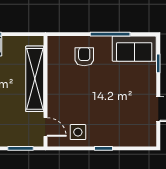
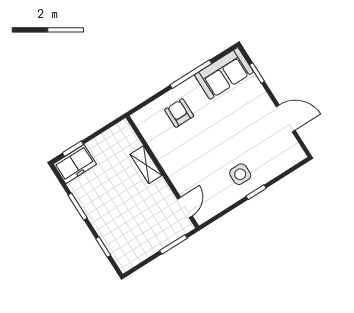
shelving: (35, 79) -> (146, 165), width x0.45, depth x0.75
door: (46, 127) -> (185, 207), hinge flipped
side table: (78, 132) -> (240, 174), moved

